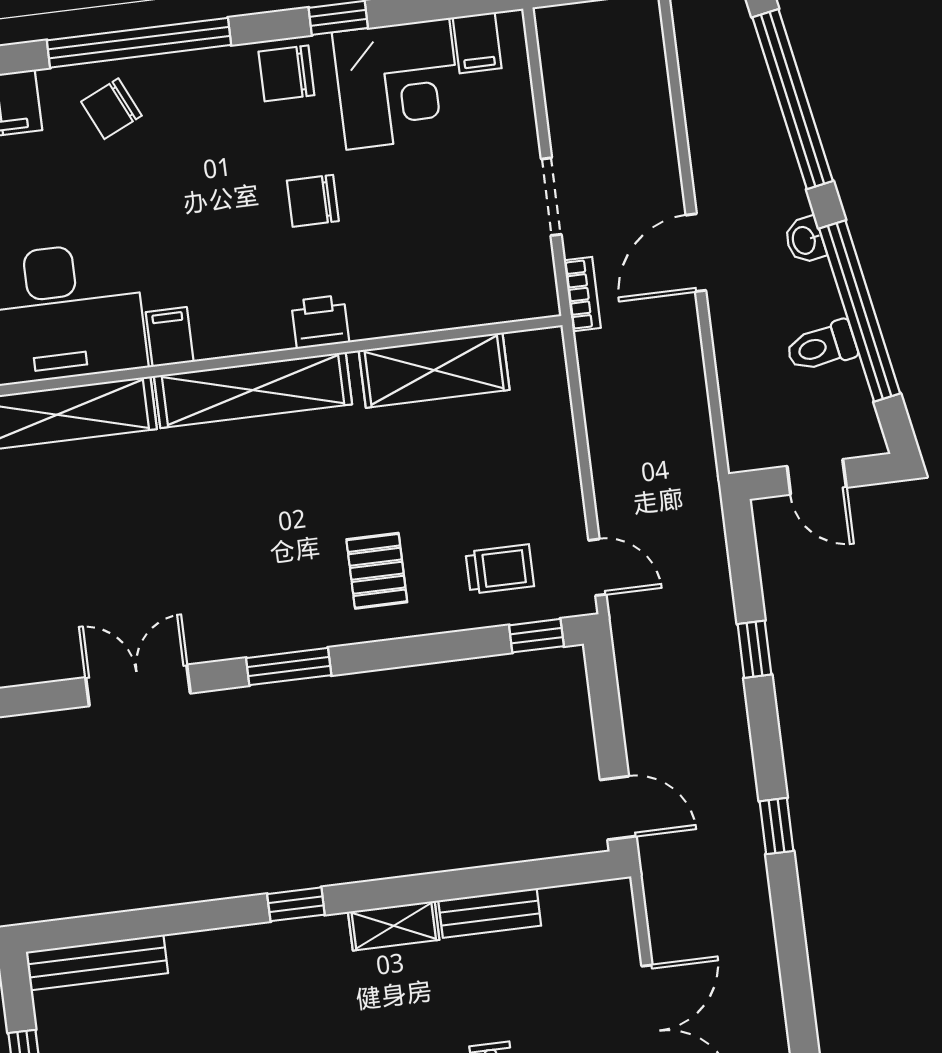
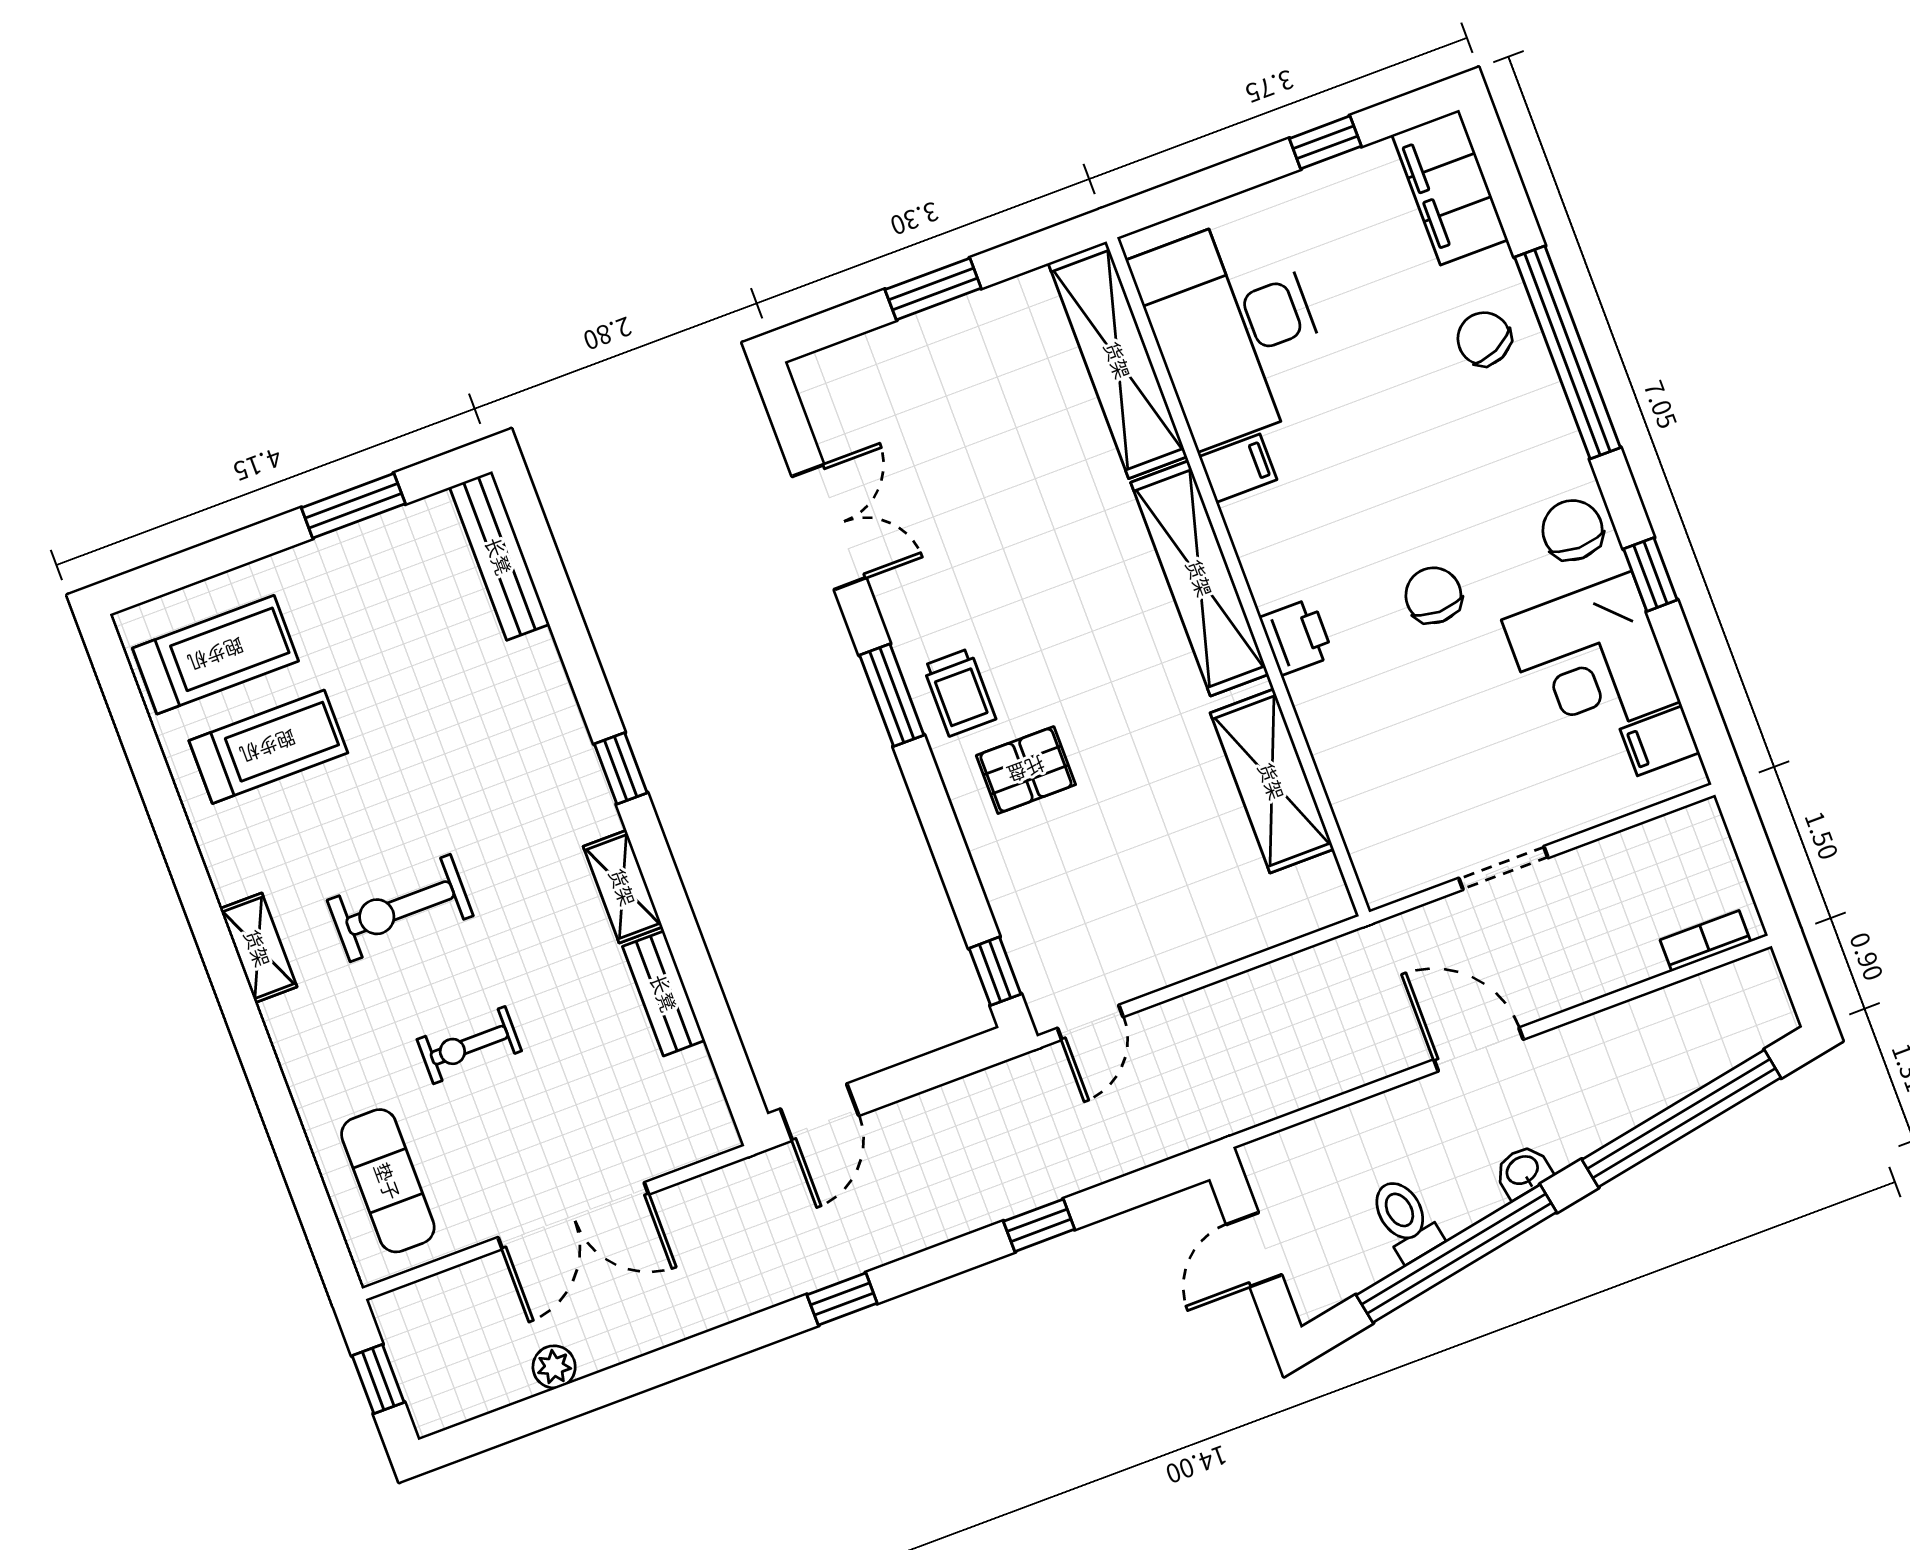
bookcase: (582, 294) -> (1705, 941), moved, turned 180
trolley: (500, 569) -> (959, 692), moved

